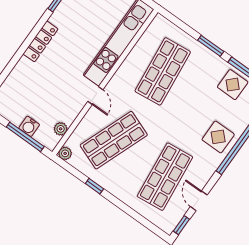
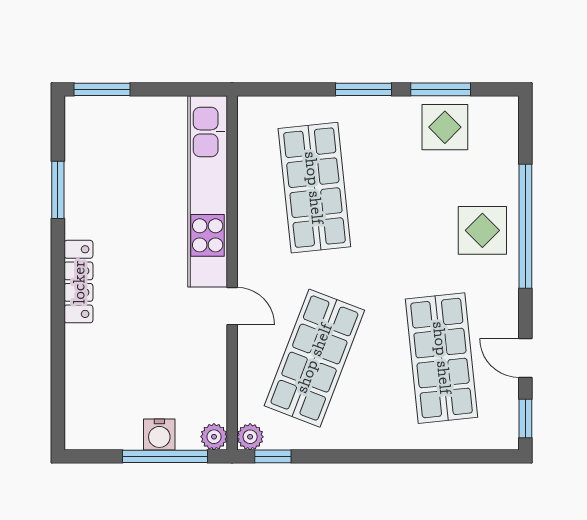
plant: (61, 129) -> (214, 437), moved
window: (94, 186) -> (273, 456), moved

